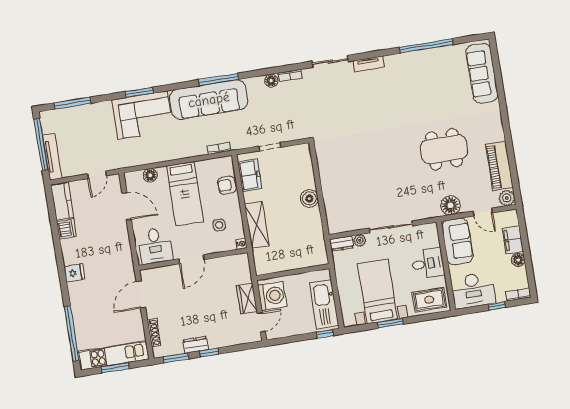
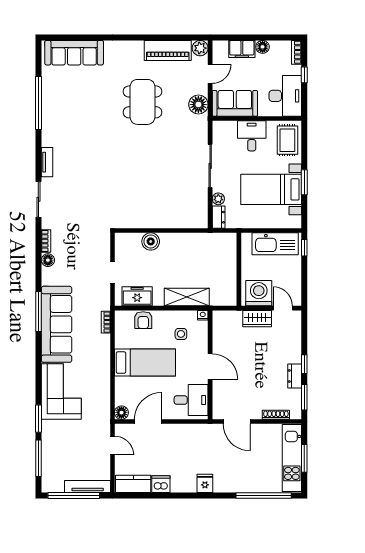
window: (139, 92) -> (38, 419), moved
floor lamp: (150, 175) -> (121, 413), moved
boiler: (309, 198) -> (151, 241), moved

